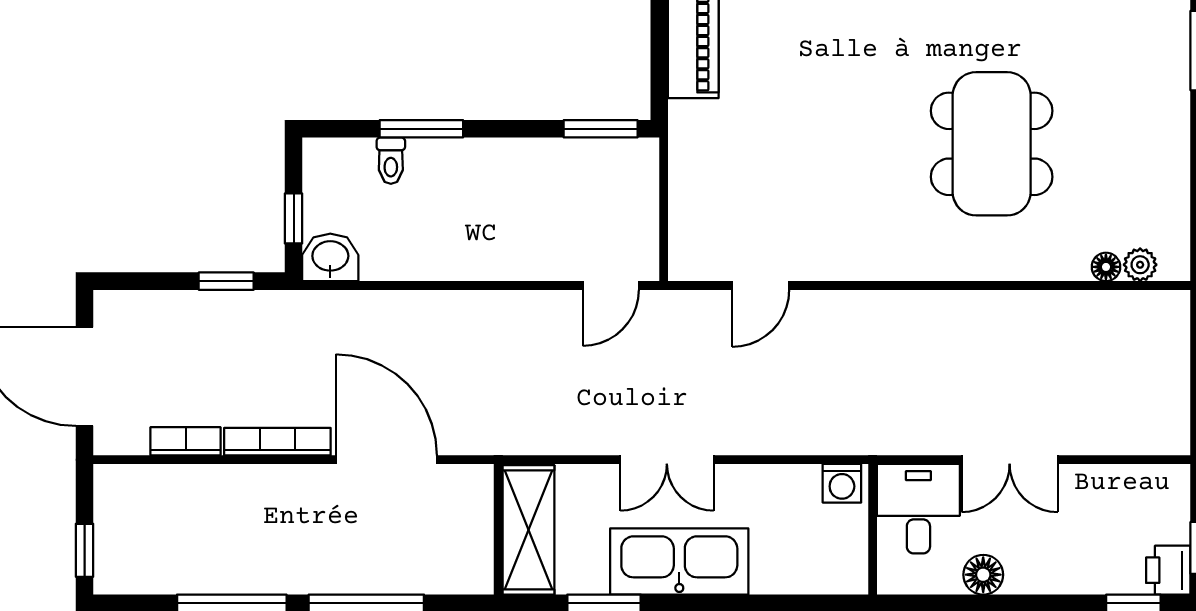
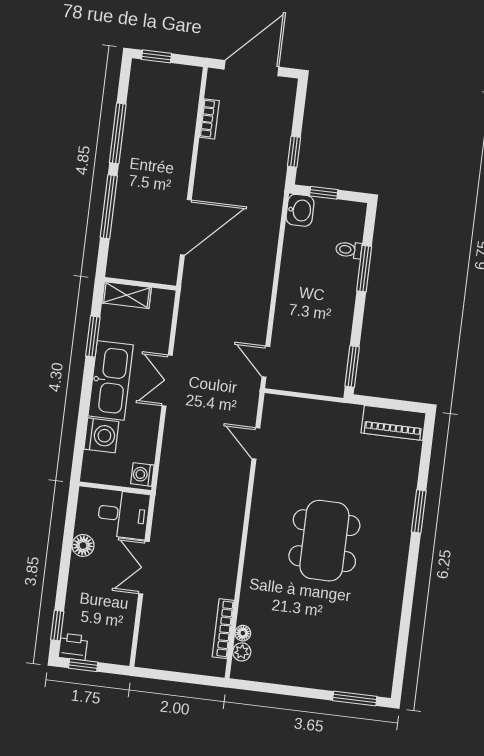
dining table: (992, 144) -> (324, 541), moved, turned 90
bookcase: (277, 442) -> (223, 629), moved, turned 180
shelving: (528, 530) -> (127, 295), width x0.67, depth x0.75
washing machine: (780, 566) -> (101, 435), added

